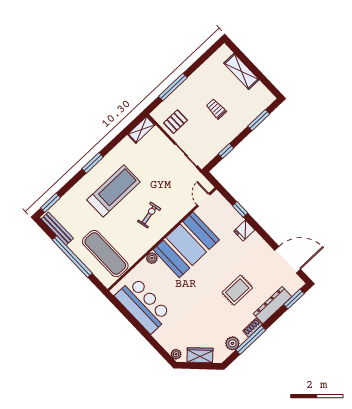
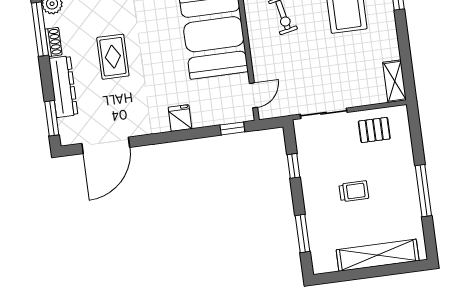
shelving: (241, 71) -> (378, 255), width x1.47
window: (173, 87) -> (423, 191), moved
pallet: (175, 122) -> (374, 130), turned 90
door: (204, 200) -> (253, 95), hinge flipped
window: (240, 209) -> (232, 128), moved

